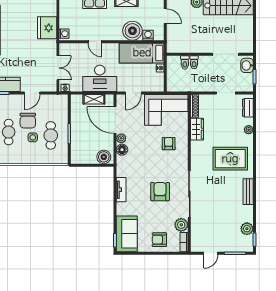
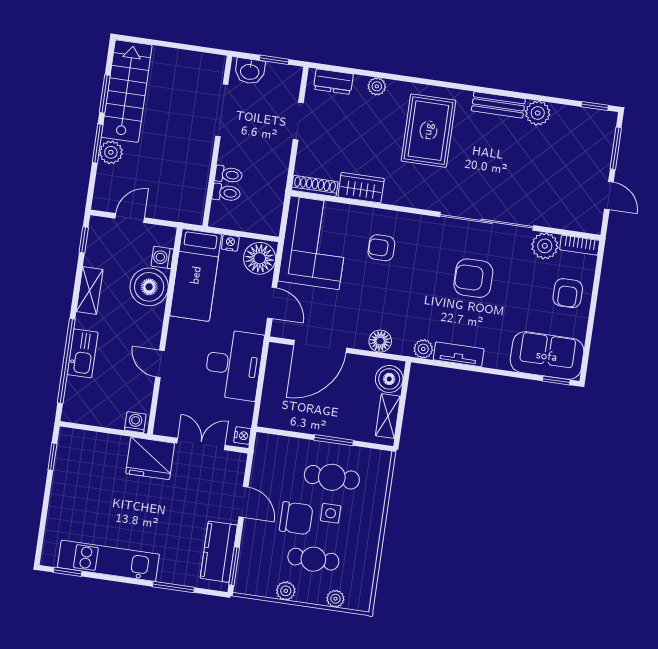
fridge: (47, 28) -> (150, 458), moved
door: (95, 42) -> (160, 364), swing flipped
floor lamp: (155, 84) -> (260, 258), added
shelving: (94, 99) -> (388, 416), moved
plant: (121, 138) -> (423, 349), moved
plant: (247, 229) -> (538, 113), moved

